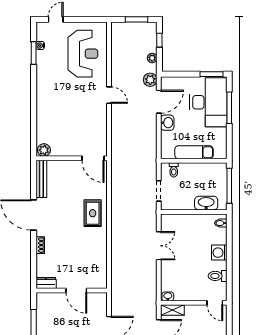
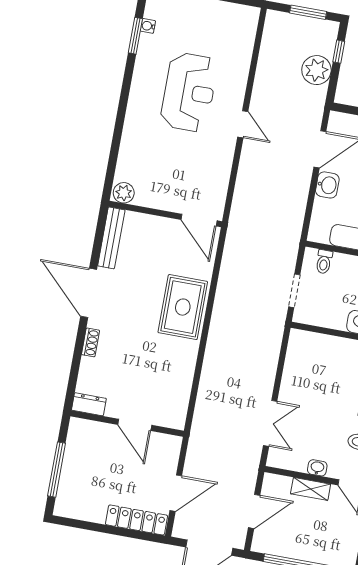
reception desk: (83, 54) -> (189, 92), moved
plant: (152, 58) -> (316, 70), width x1.88, depth x1.88
plant: (150, 80) -> (313, 112), removed
rug: (93, 213) -> (183, 307), width x1.36, depth x1.43
double door: (159, 246) -> (270, 423), moved
washbasin: (168, 296) -> (317, 468), moved
shelving: (172, 310) -> (311, 489), moved

